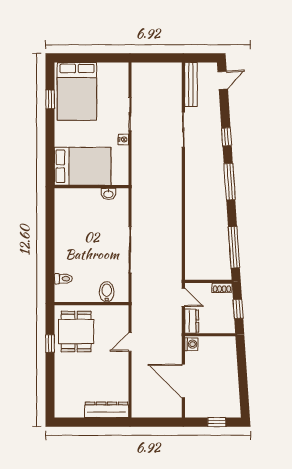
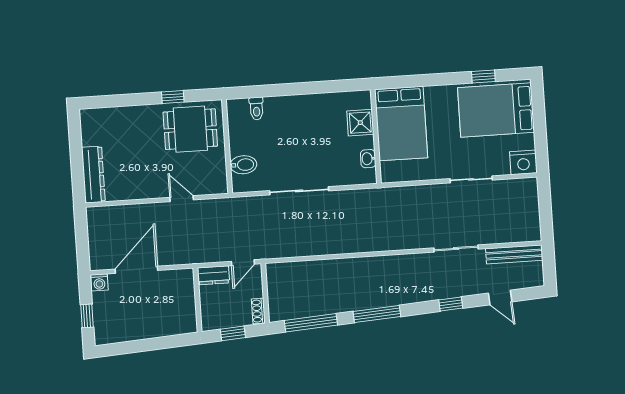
door: (223, 80) -> (500, 297), moved
nightstand: (123, 139) -> (523, 162), moved, width x1.89, depth x1.79
window: (230, 182) -> (377, 314), moved
shower: (80, 198) -> (360, 123), added
washing machine: (191, 344) -> (99, 282), moved

